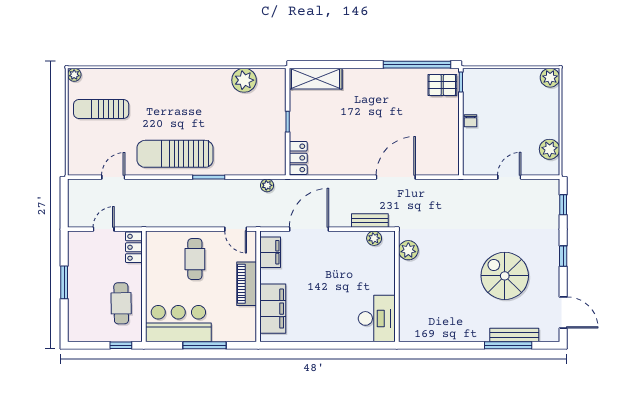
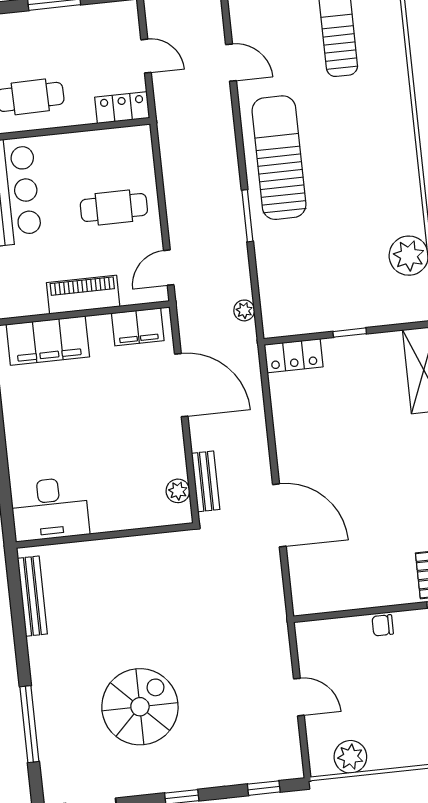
plant: (408, 250) -> (165, 548), removed
bench: (514, 335) -> (32, 596), moved

